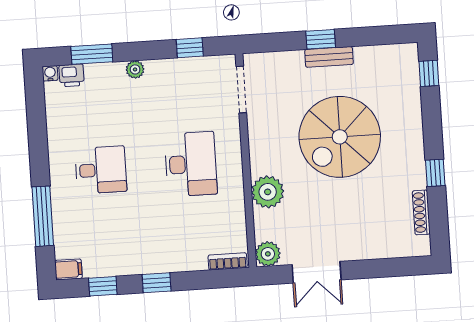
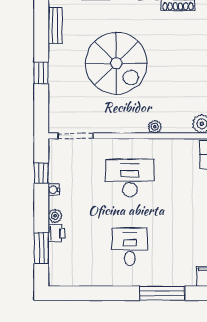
bench: (329, 57) -> (55, 25), moved
water cooler: (50, 73) -> (54, 190), moved
printer: (72, 75) -> (56, 233), moved
plant: (268, 192) -> (155, 127), width x0.53, depth x0.53

